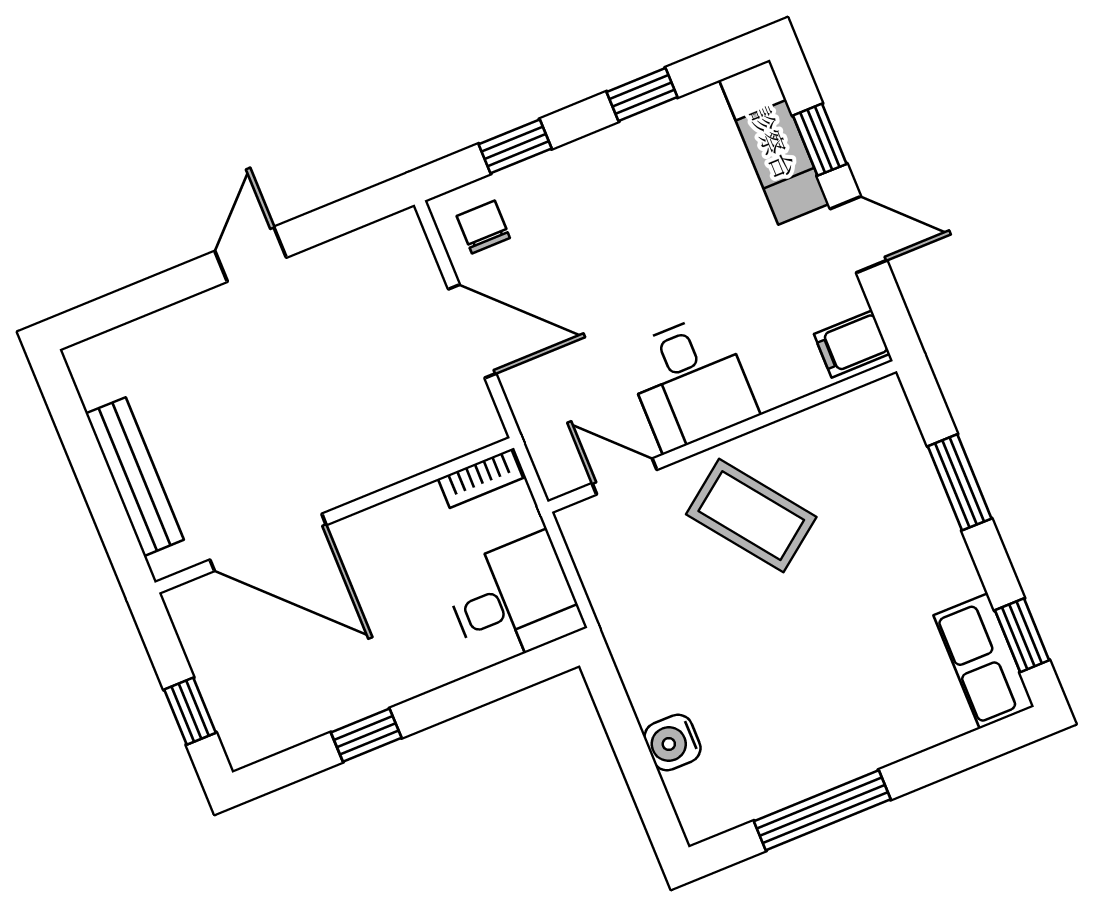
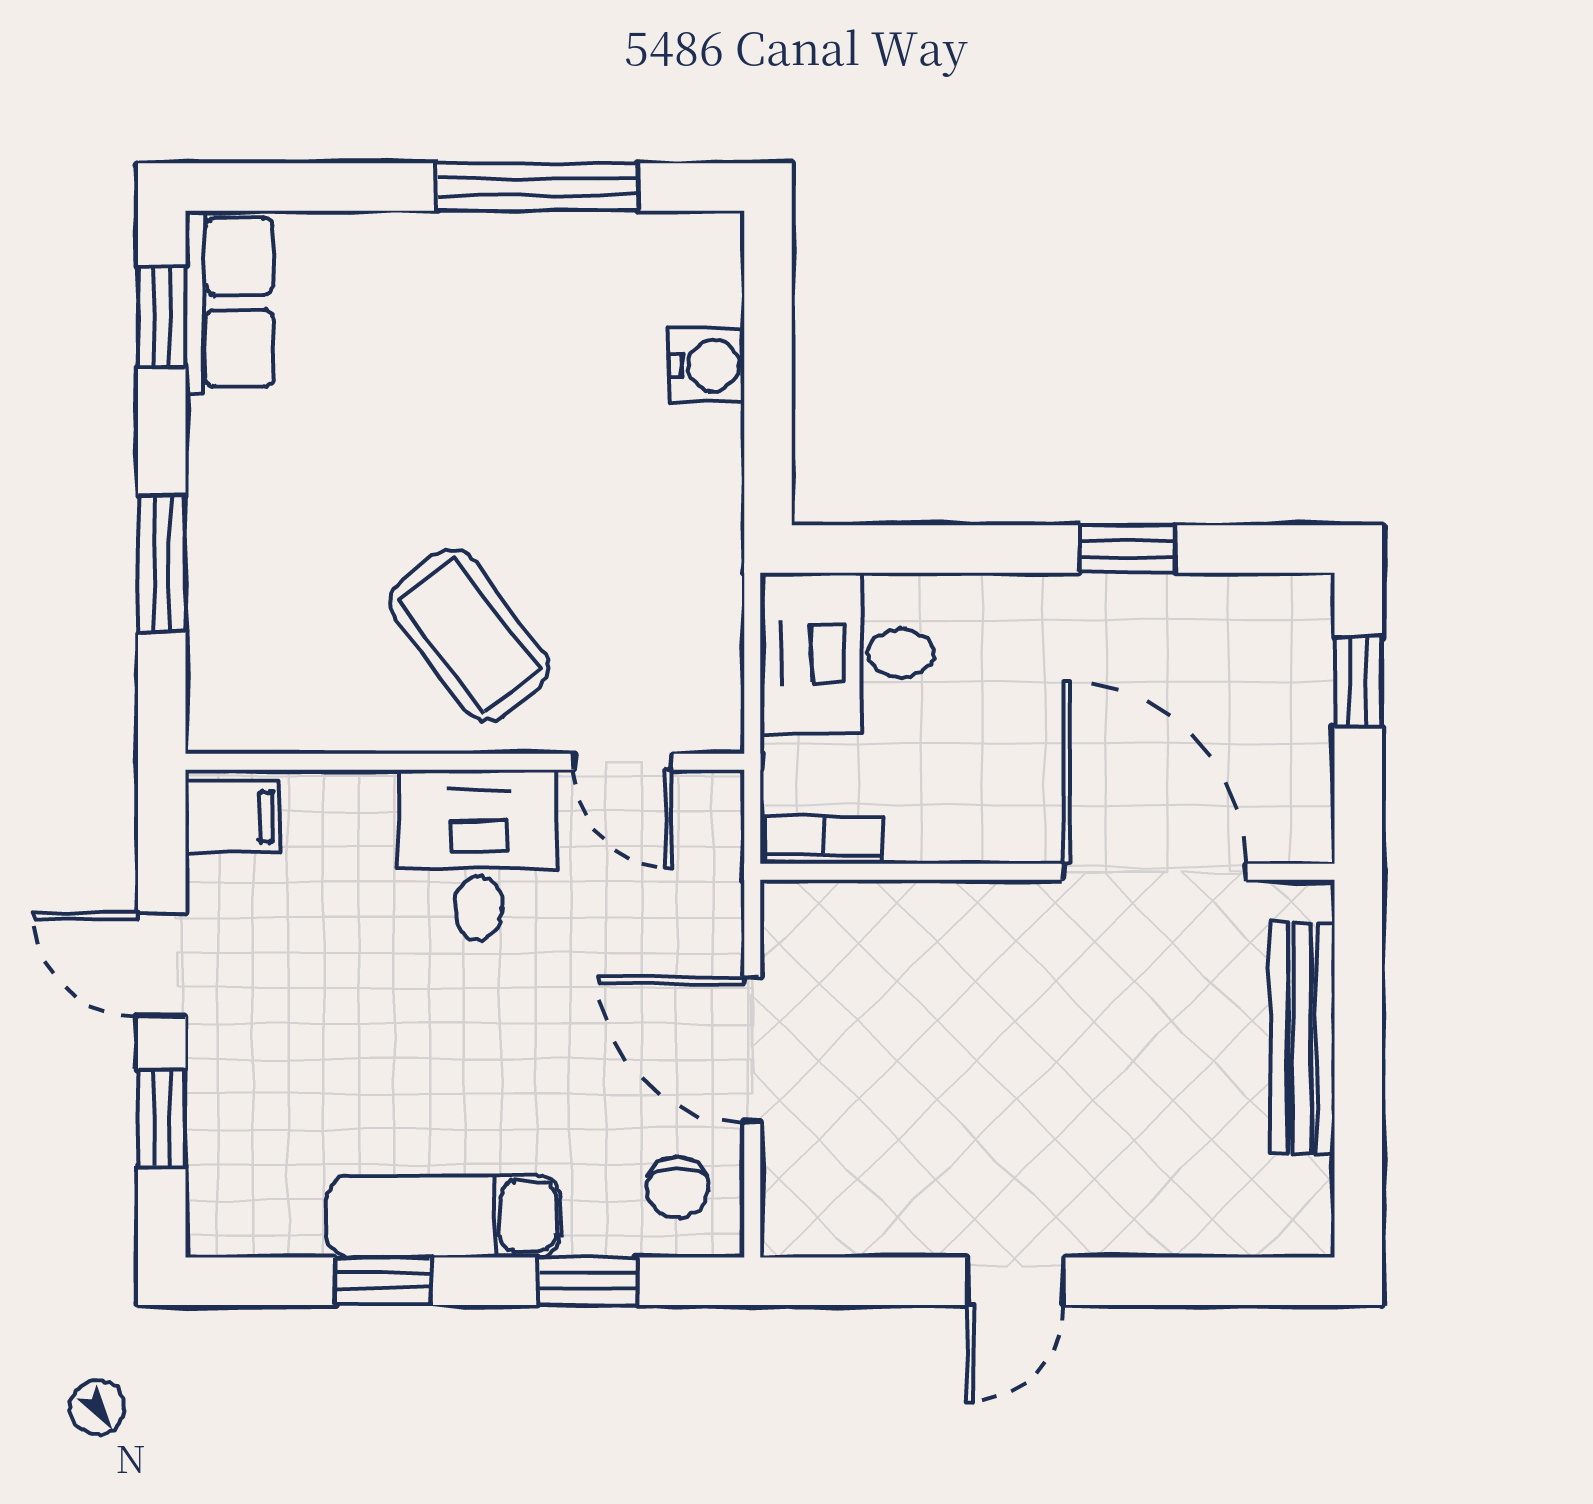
exam couch: (774, 142) -> (443, 1217), moved, turned -90

